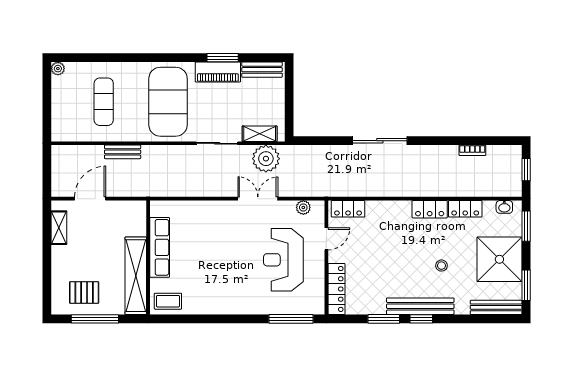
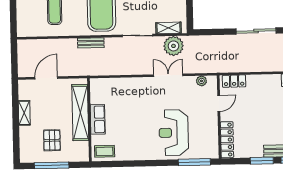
bench: (123, 152) -> (91, 43), moved
shelving: (59, 228) -> (24, 113), moved
row of seats: (160, 247) -> (98, 119), width x0.68
reception desk: (283, 260) -> (174, 133), moved
shelving: (136, 276) -> (80, 112), moved
pallet: (84, 292) -> (52, 140), moved, turned 90

